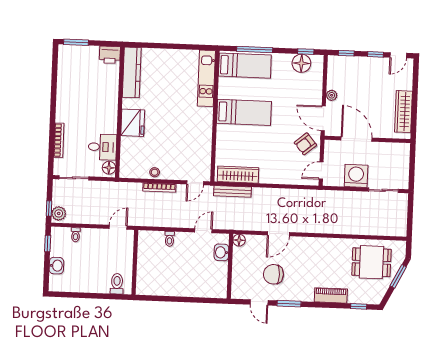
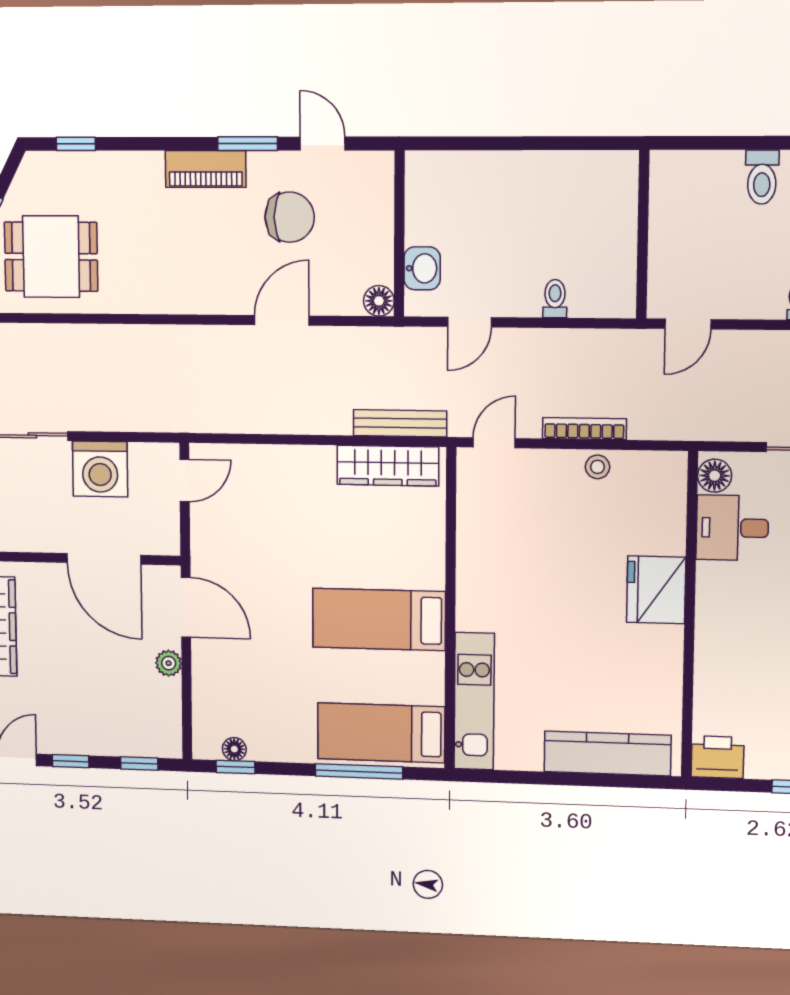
floor lamp: (301, 63) -> (234, 749), width x0.53, depth x0.53
kitchen counter: (132, 72) -> (607, 754), moved, turned 90
armchair: (305, 144) -> (226, 545), removed
toilet: (117, 284) -> (762, 177), moved
piano: (331, 295) -> (206, 169), moved

